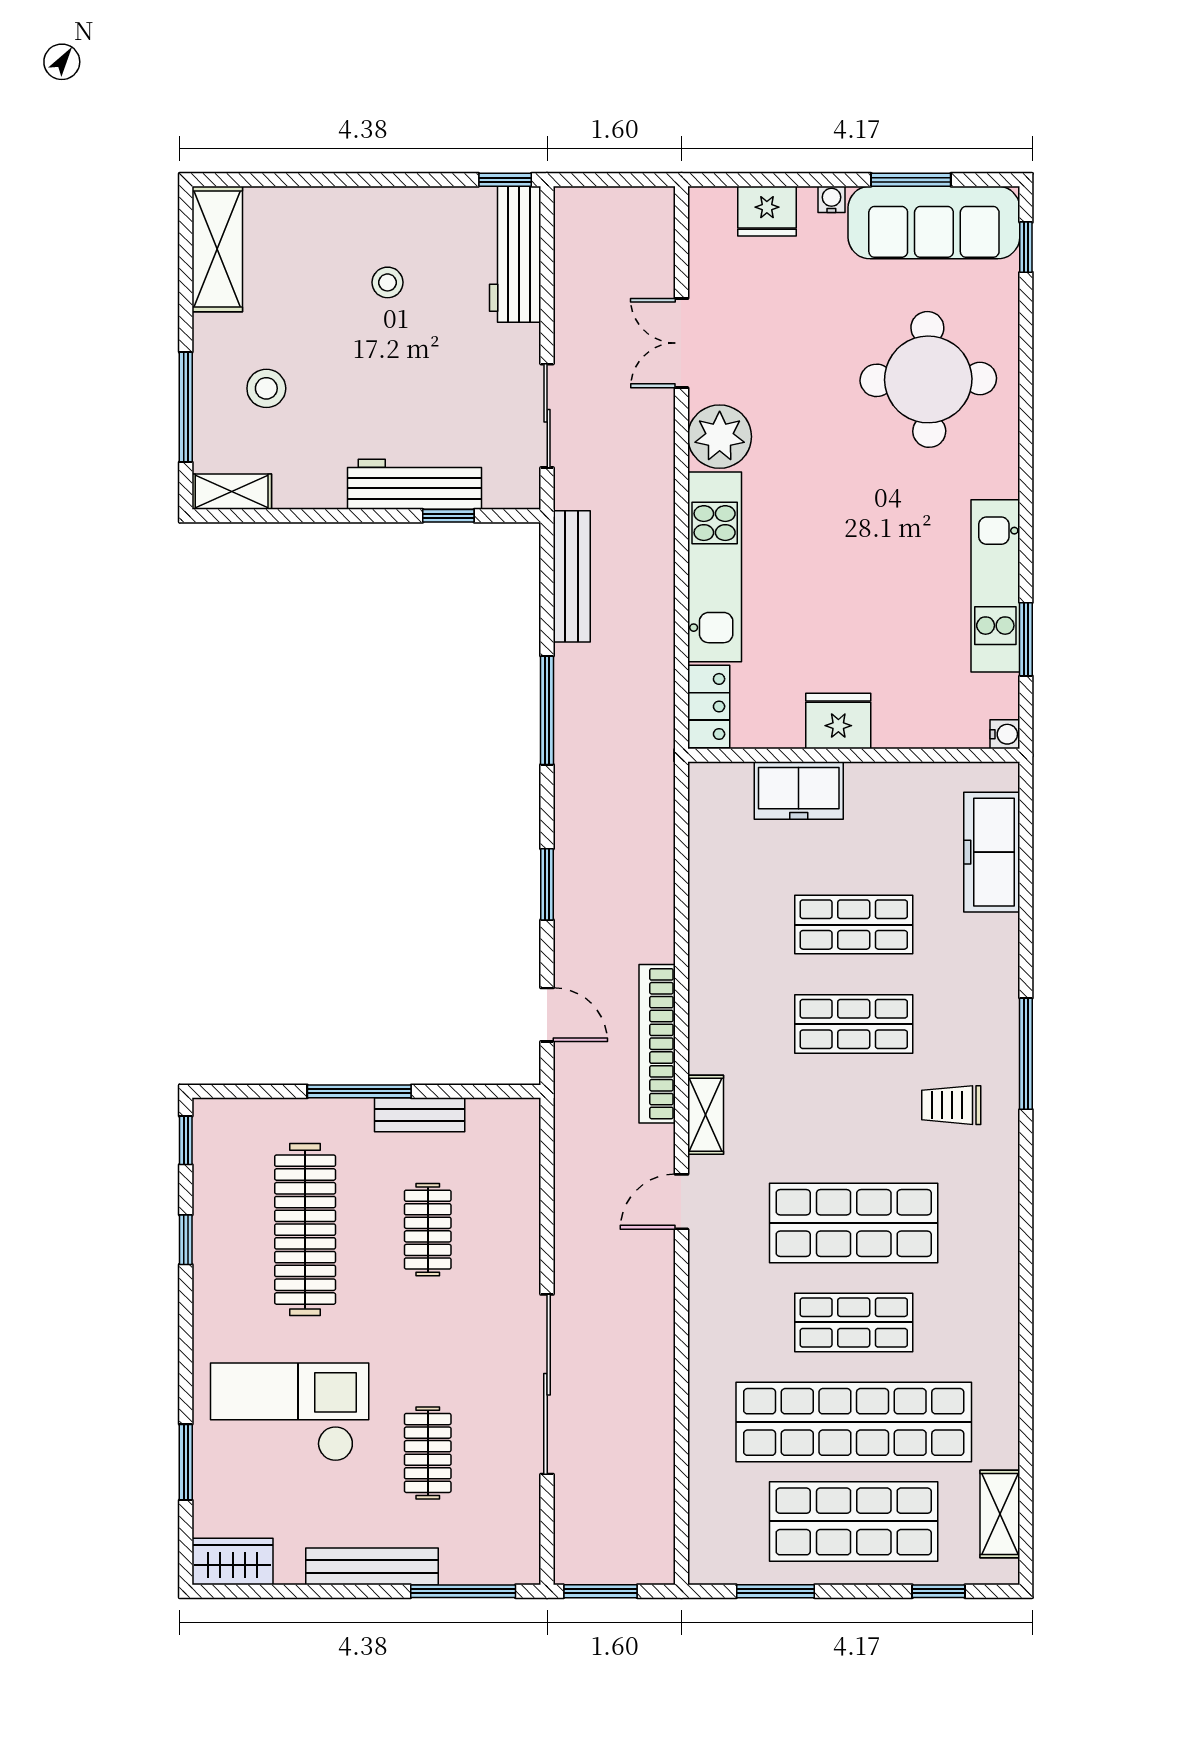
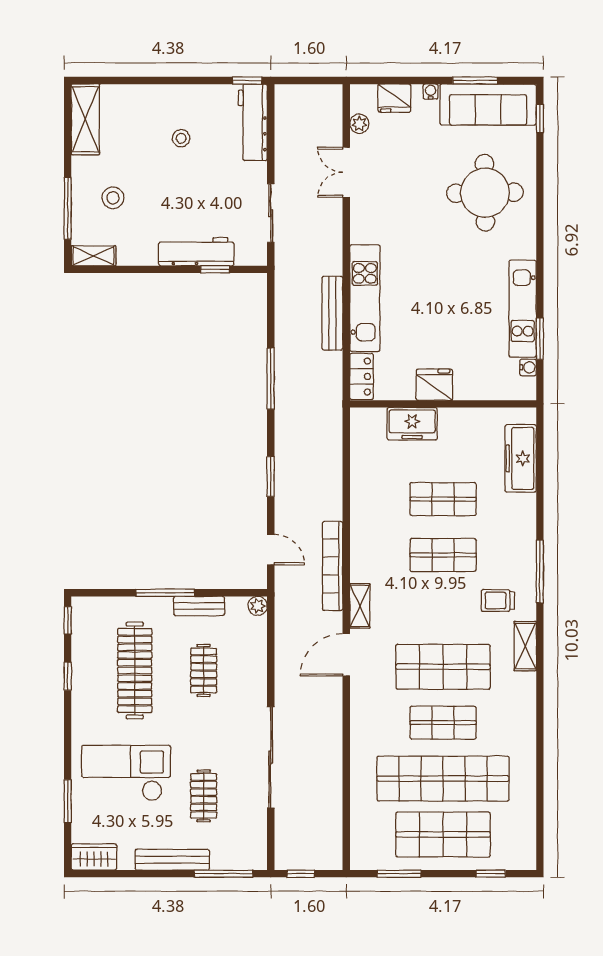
plant: (720, 437) -> (359, 124), moved, width x0.53, depth x0.53
bench: (572, 576) -> (332, 313), moved
water cooler: (1005, 734) -> (528, 367), moved
plant: (524, 1115) -> (258, 606), added
door: (681, 1202) -> (346, 655), width x1.38
shelving: (1000, 1514) -> (525, 646), moved
window: (600, 1591) -> (301, 874), width x0.67

